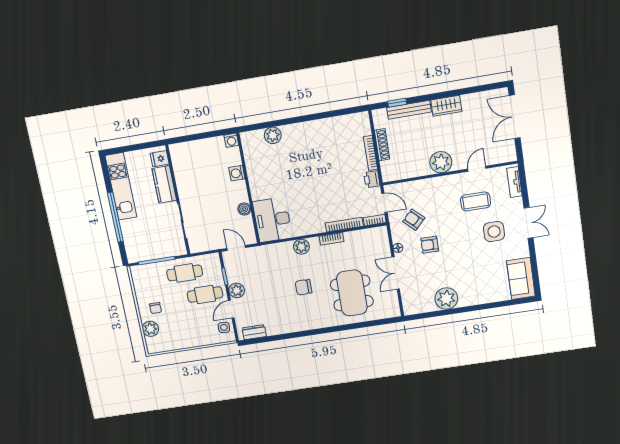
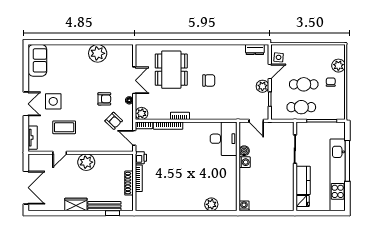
washing machine: (237, 173) -> (245, 162), moved
kitchen unit: (121, 186) -> (338, 175), width x1.36
double door: (529, 223) -> (26, 104), swing flipped
plant: (301, 247) -> (142, 113), moved
cafe table: (205, 295) -> (304, 84), moved

